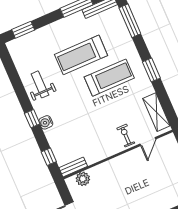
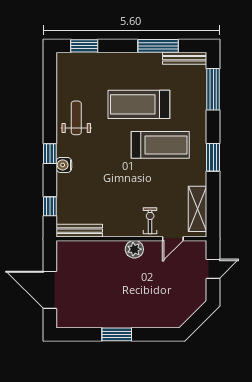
bench: (73, 167) -> (79, 231), width x1.36
plant: (83, 179) -> (134, 249), moved

